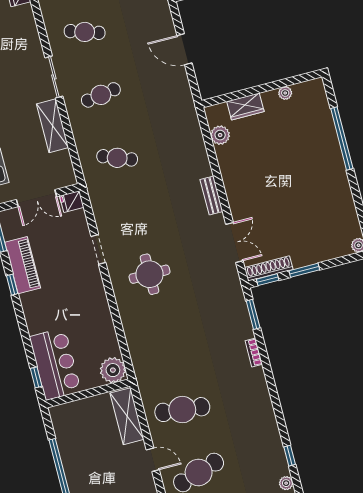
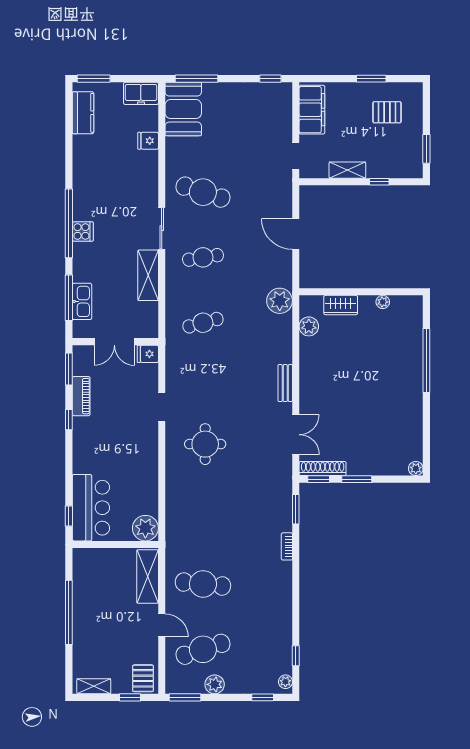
cafe table: (85, 32) -> (203, 192), width x1.37, depth x1.35
plant: (186, 118) -> (280, 301), added
cafe table: (117, 158) -> (203, 323), turned -36
piano: (23, 265) -> (81, 396), width x0.73, depth x0.75

